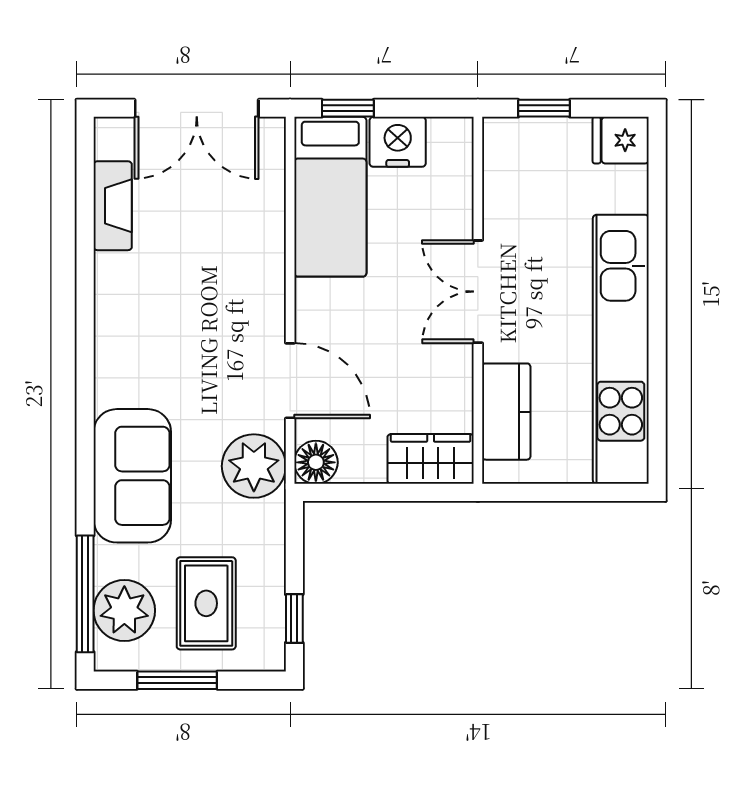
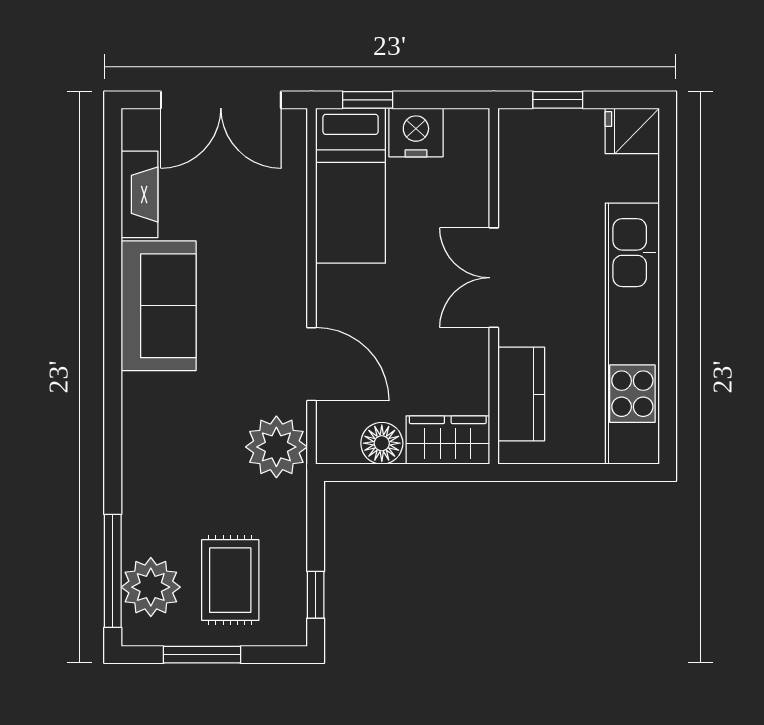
floor lamp: (316, 462) -> (382, 443), moved
sofa: (132, 476) -> (159, 306), moved

